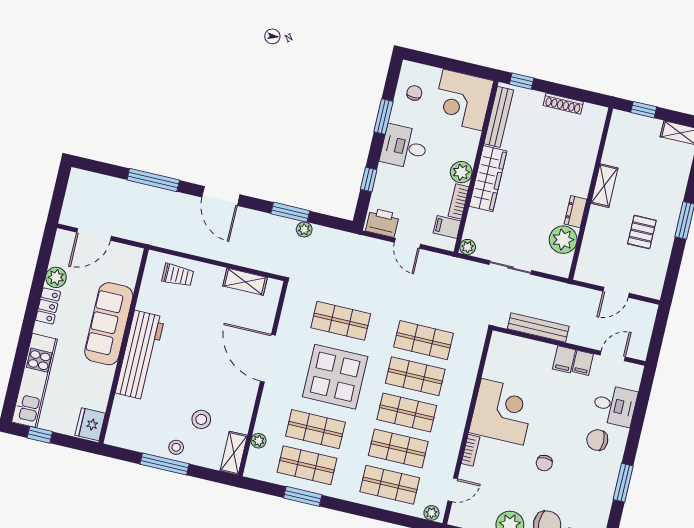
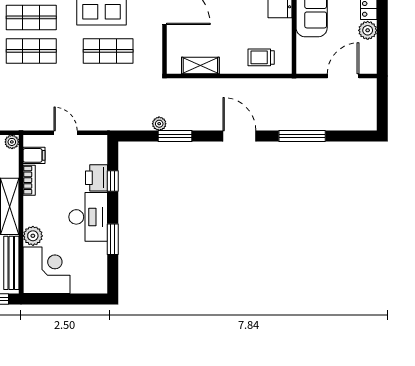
chair: (414, 93) -> (90, 267), removed
desk: (404, 147) -> (88, 217), width x1.37
plant: (461, 172) -> (33, 236), moved
printer: (382, 223) -> (96, 178), moved, turned 90

